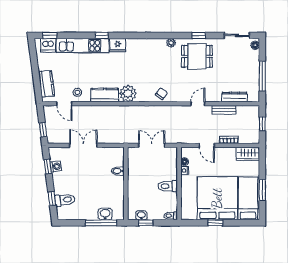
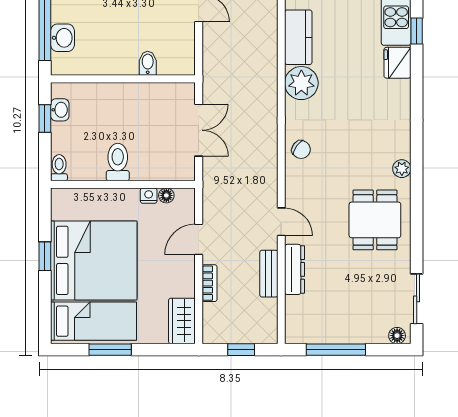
window: (199, 35) -> (417, 223), removed
dresser: (234, 97) -> (295, 269), moved

